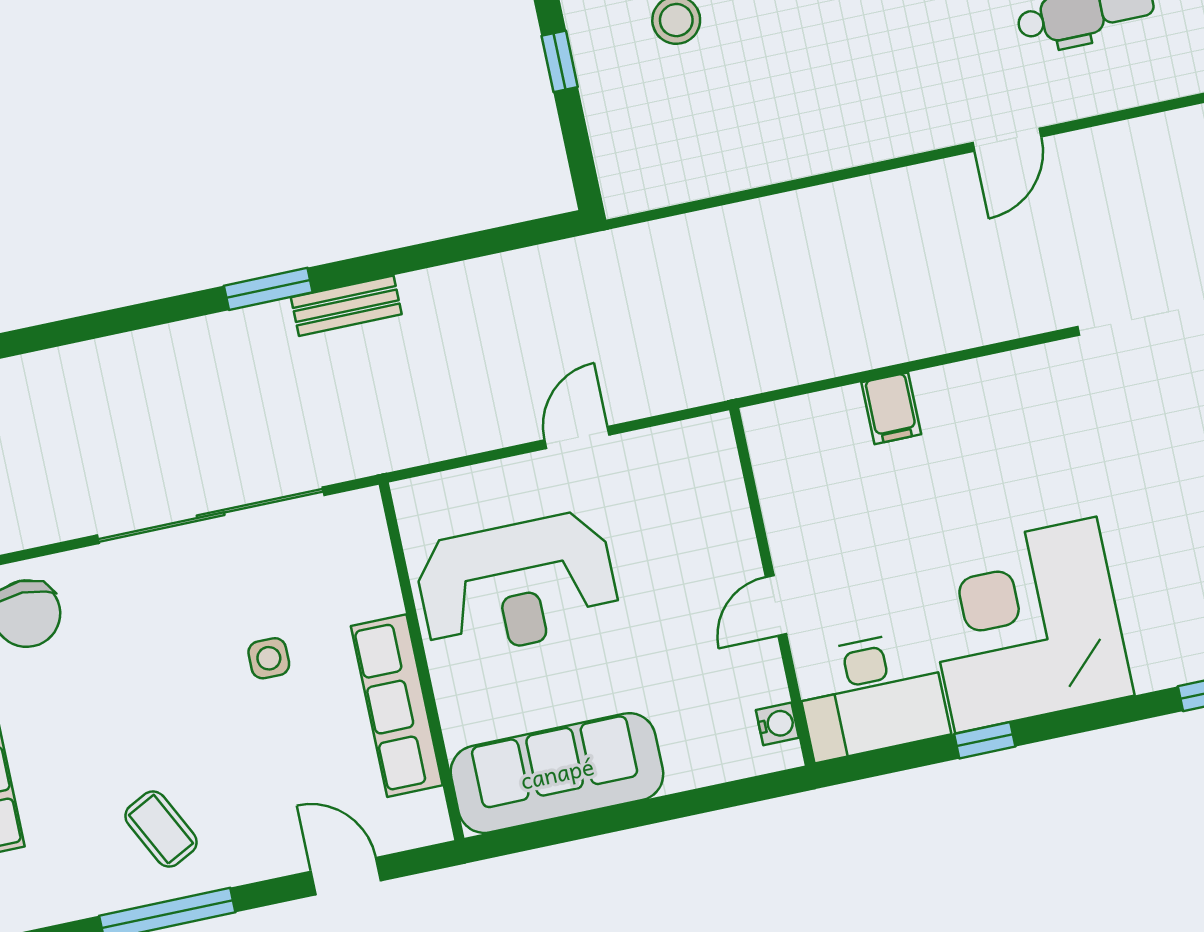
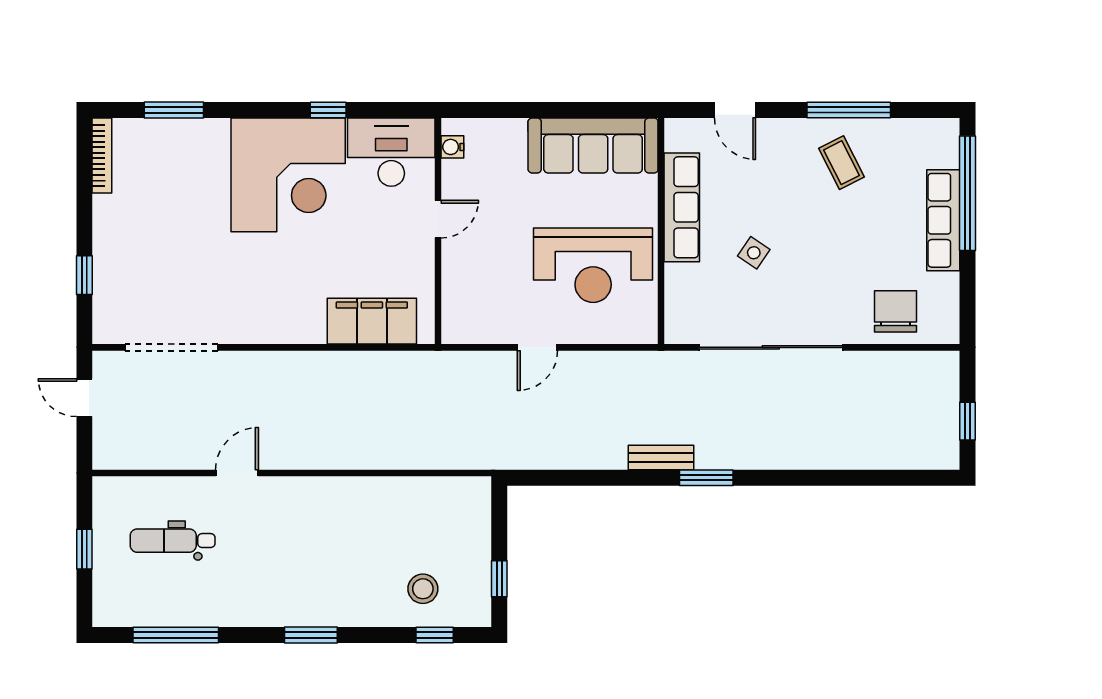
filing cabinet: (891, 408) -> (372, 321), width x3.00, depth x1.17
reception desk: (517, 585) -> (593, 265), turned 180
side table: (269, 658) -> (754, 253), turned 34

